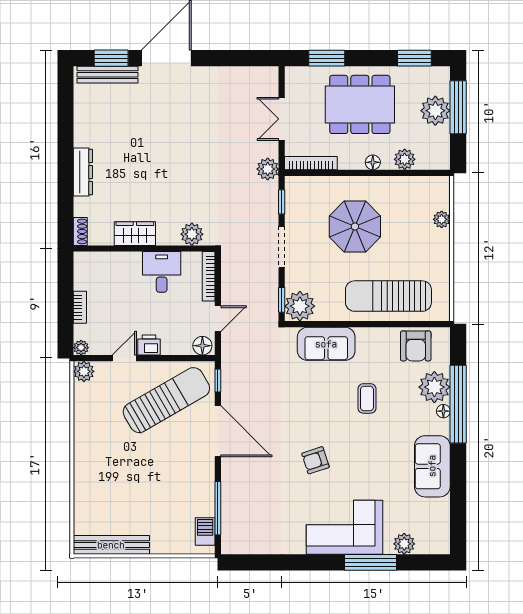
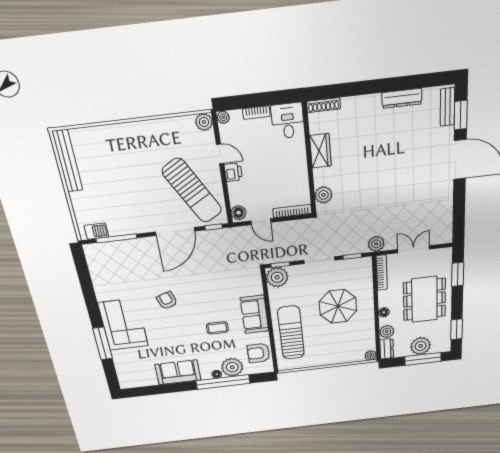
bench: (108, 75) -> (447, 107), width x0.73
dresser: (433, 160) -> (387, 349), added
dresser: (83, 172) -> (402, 98), moved
plant: (442, 219) -> (371, 355), moved
shoe rack: (80, 231) -> (324, 105), width x1.43
desk: (162, 272) -> (288, 121), moved, turned -90
sofa: (326, 344) -> (255, 314), moved
plant: (404, 544) -> (121, 362), removed

